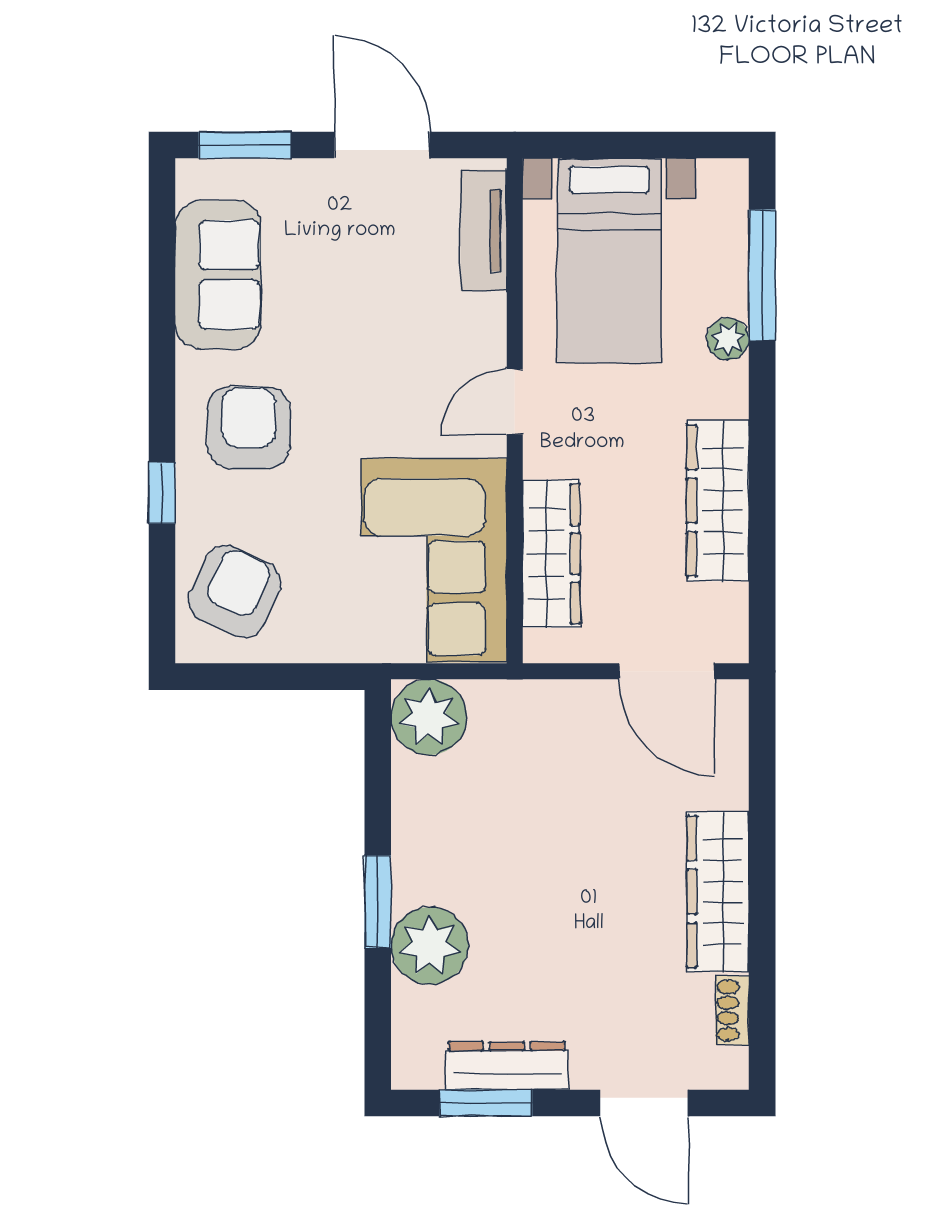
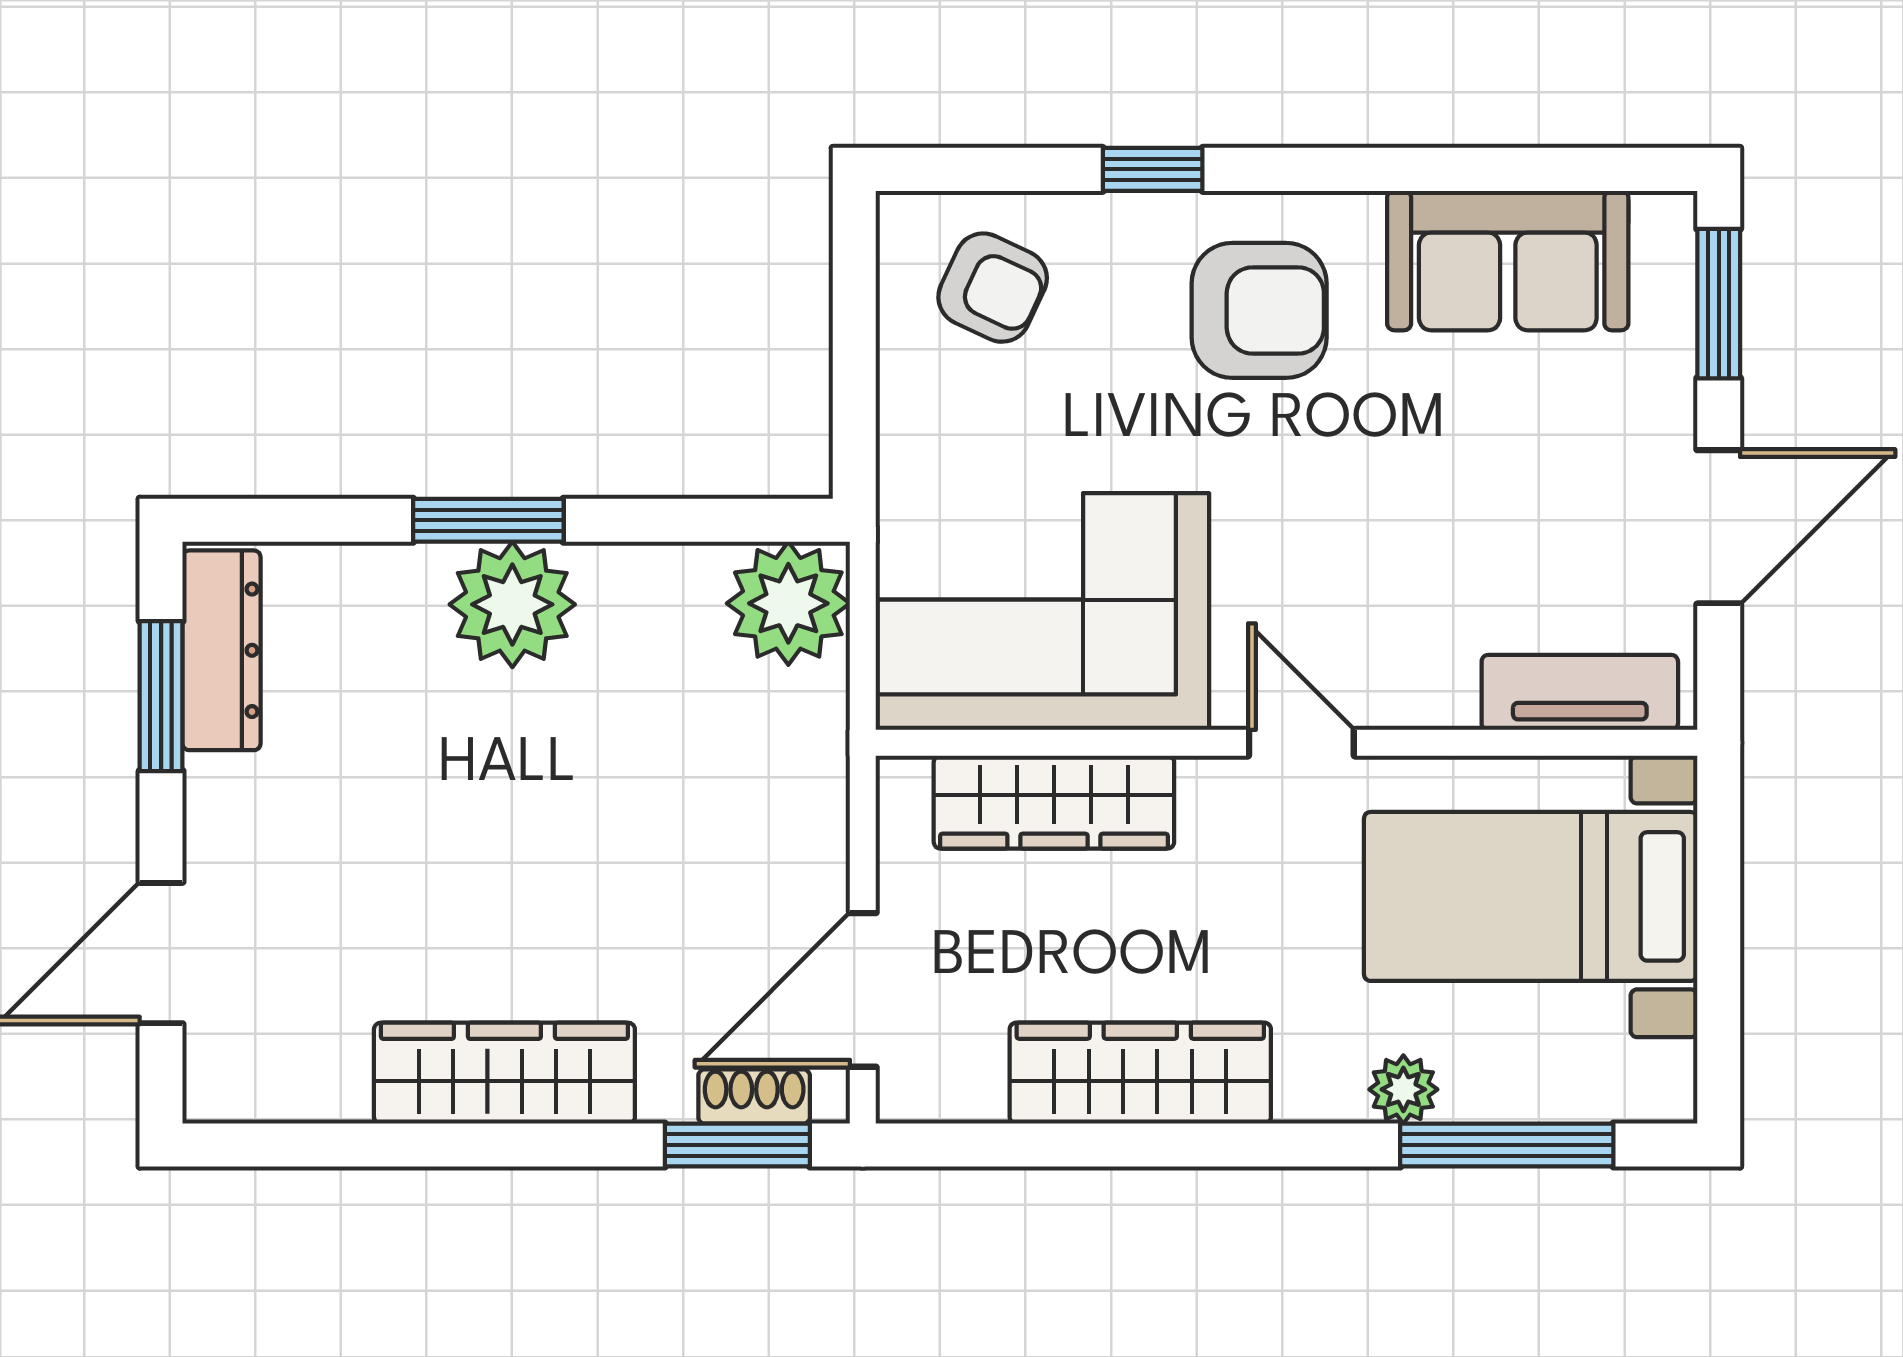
armchair: (235, 591) -> (993, 288), width x0.72, depth x0.72
window: (762, 748) -> (737, 1145), added
plant: (430, 946) -> (512, 604), moved
shoe rack: (732, 1011) -> (754, 1096), moved
dresser: (507, 1066) -> (221, 650), moved

